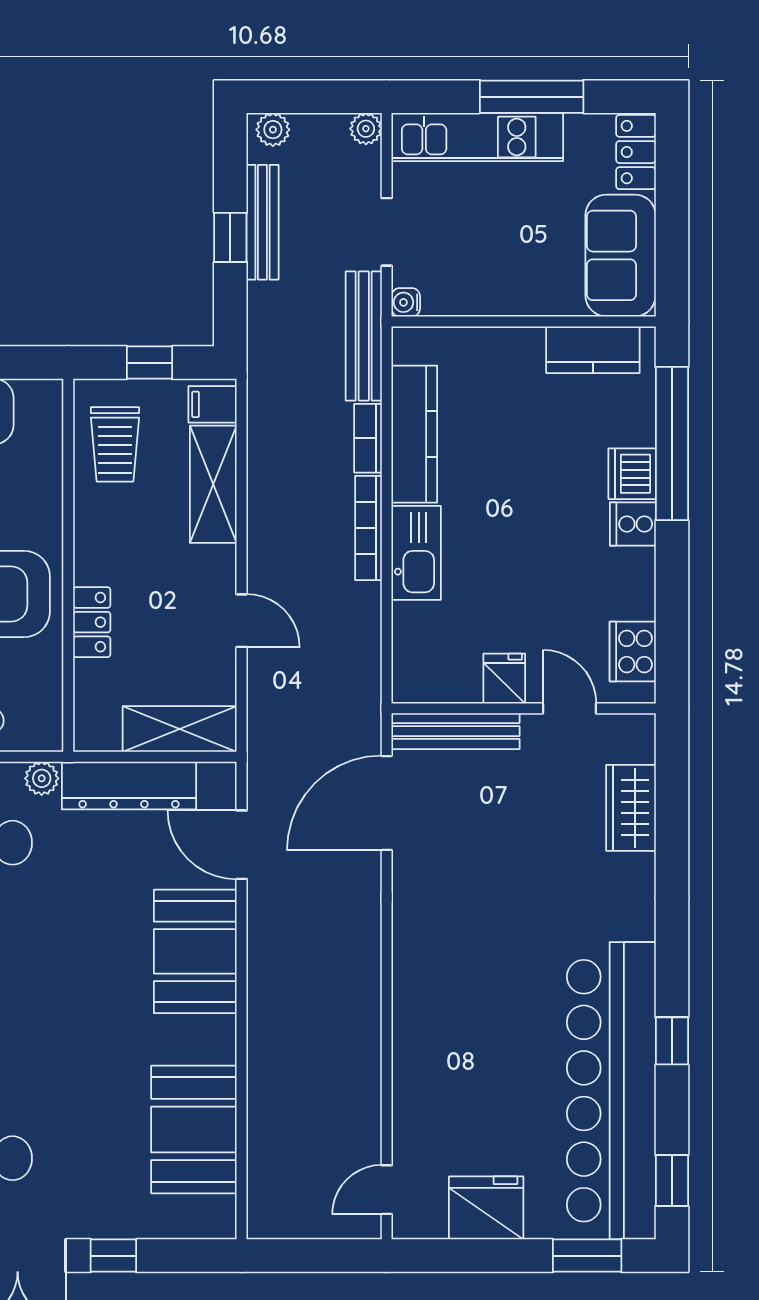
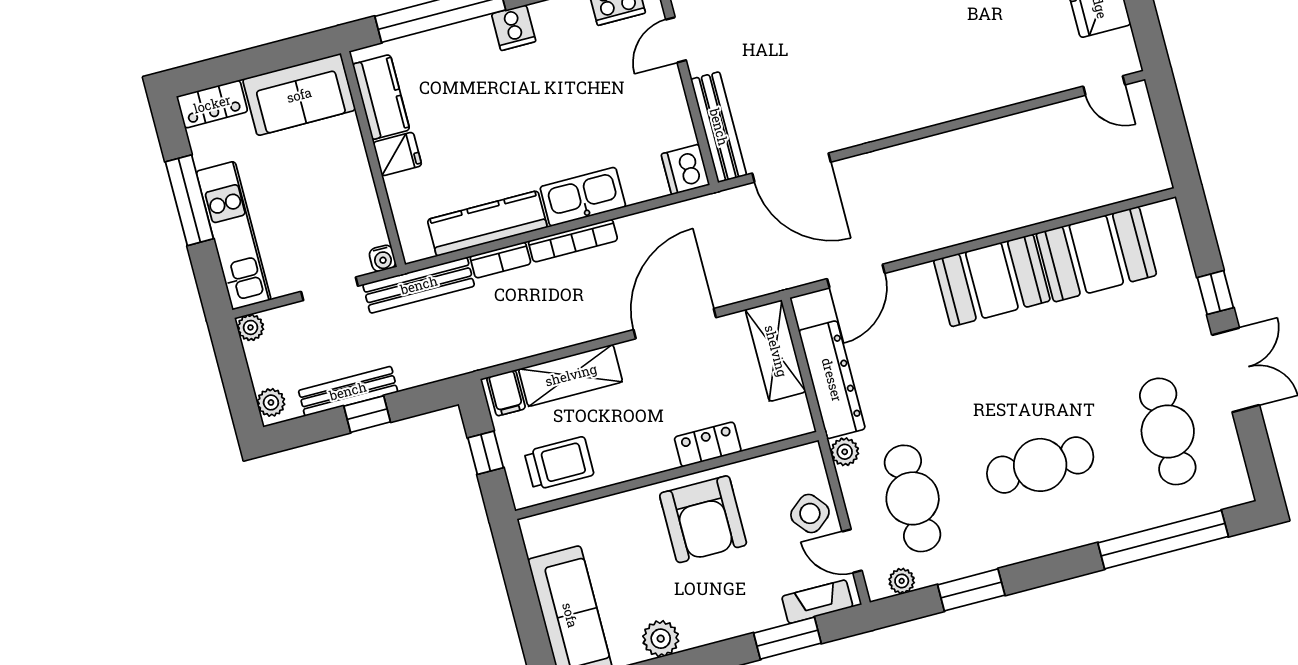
dishwasher: (632, 474) -> (685, 169), moved, turned 90
door: (242, 621) -> (675, 324), width x1.87
fridge: (504, 679) -> (397, 154), moved, turned 180
booth: (195, 951) -> (992, 280), moved

